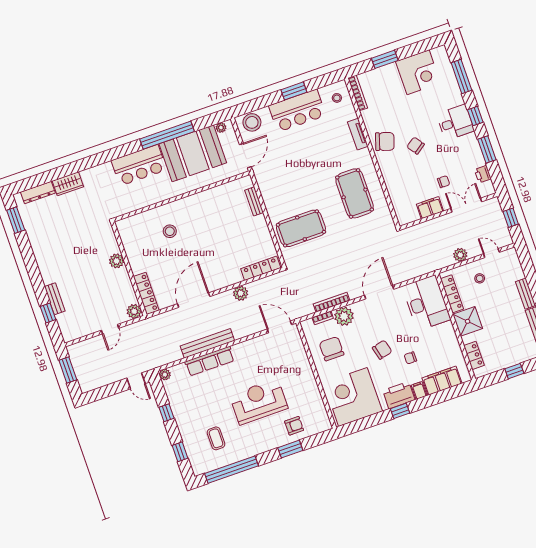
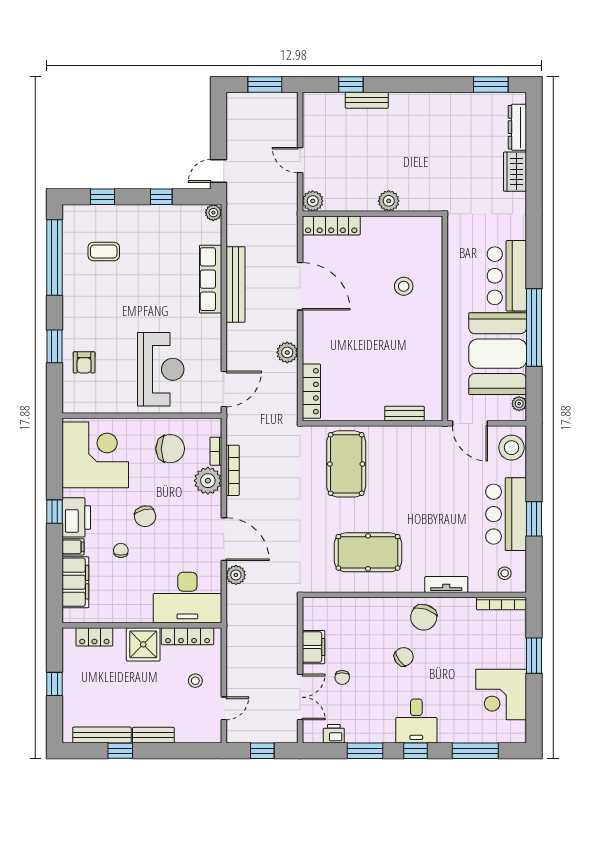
plant: (460, 255) -> (236, 575), moved
reception desk: (259, 402) -> (161, 369), moved

